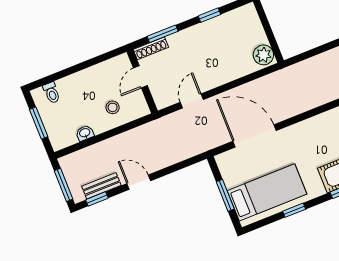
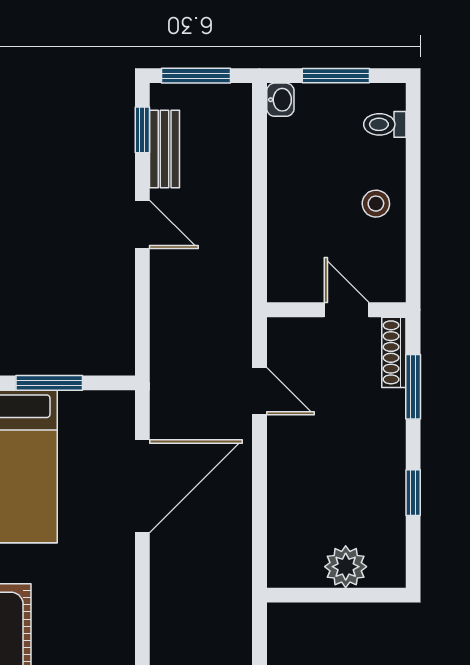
plant: (263, 55) -> (346, 567), moved
stool: (113, 107) -> (376, 204), moved
washbasin: (85, 133) -> (280, 100), moved
door: (139, 182) -> (142, 224), hinge flipped

